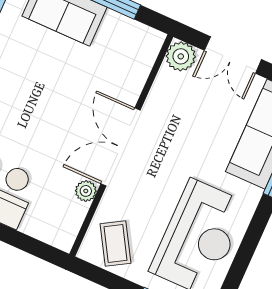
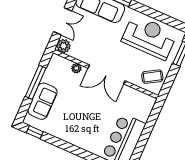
plant: (86, 191) -> (76, 68), moved

